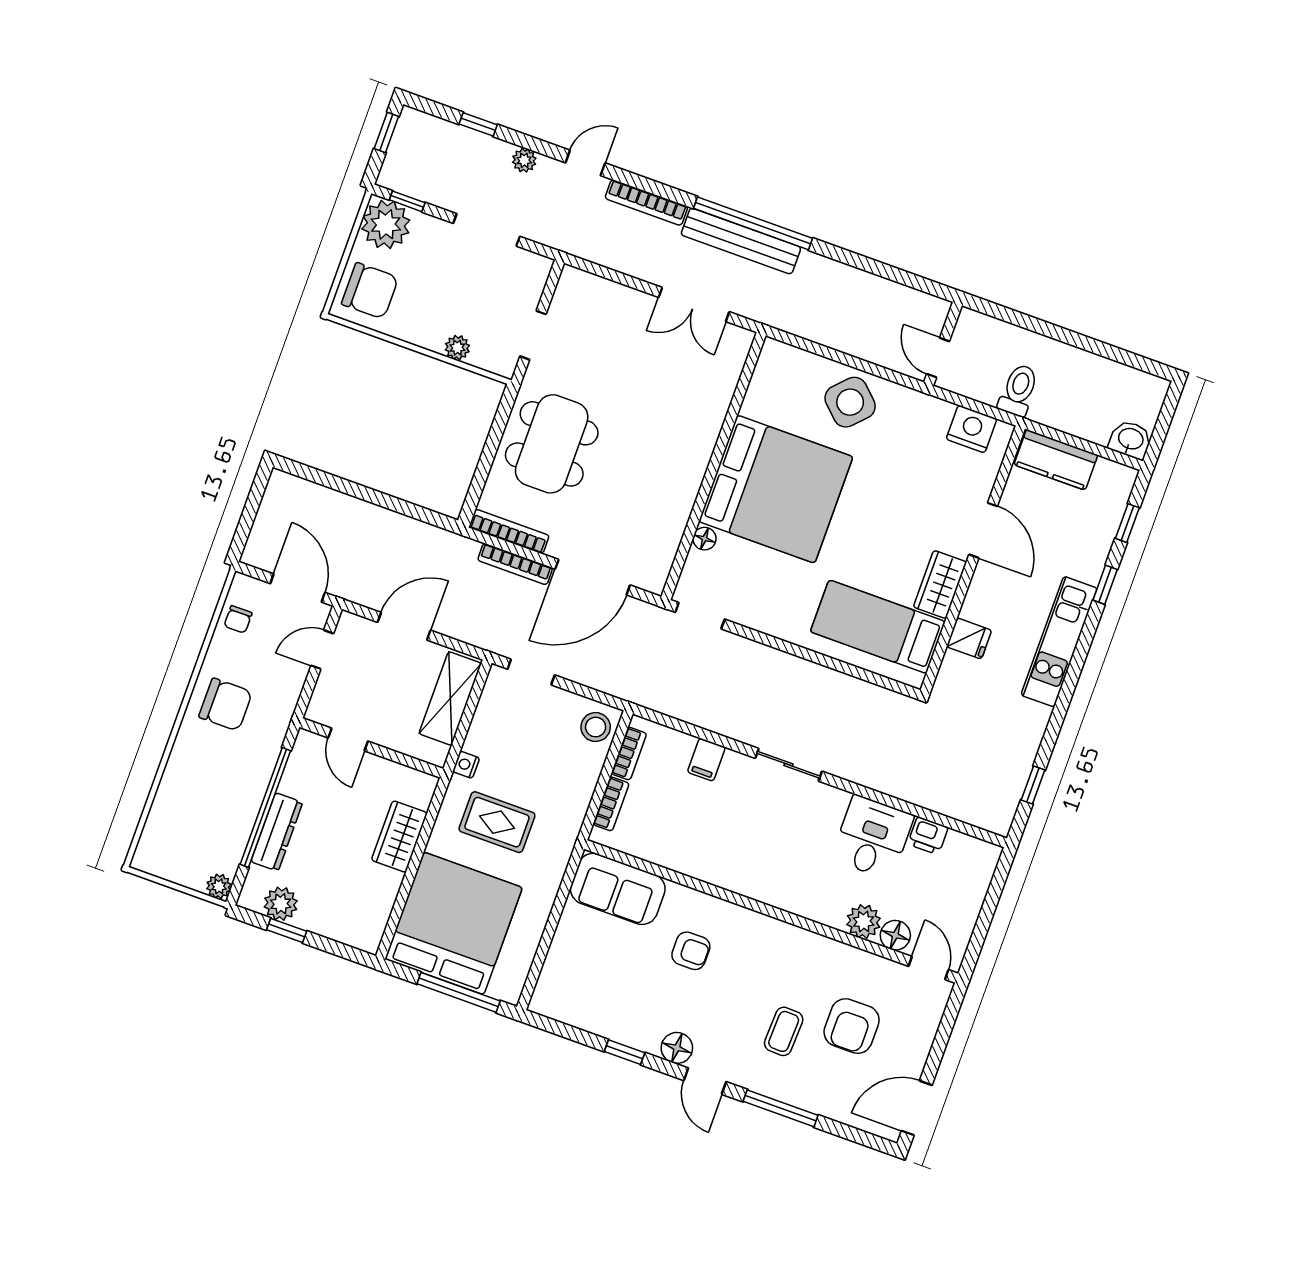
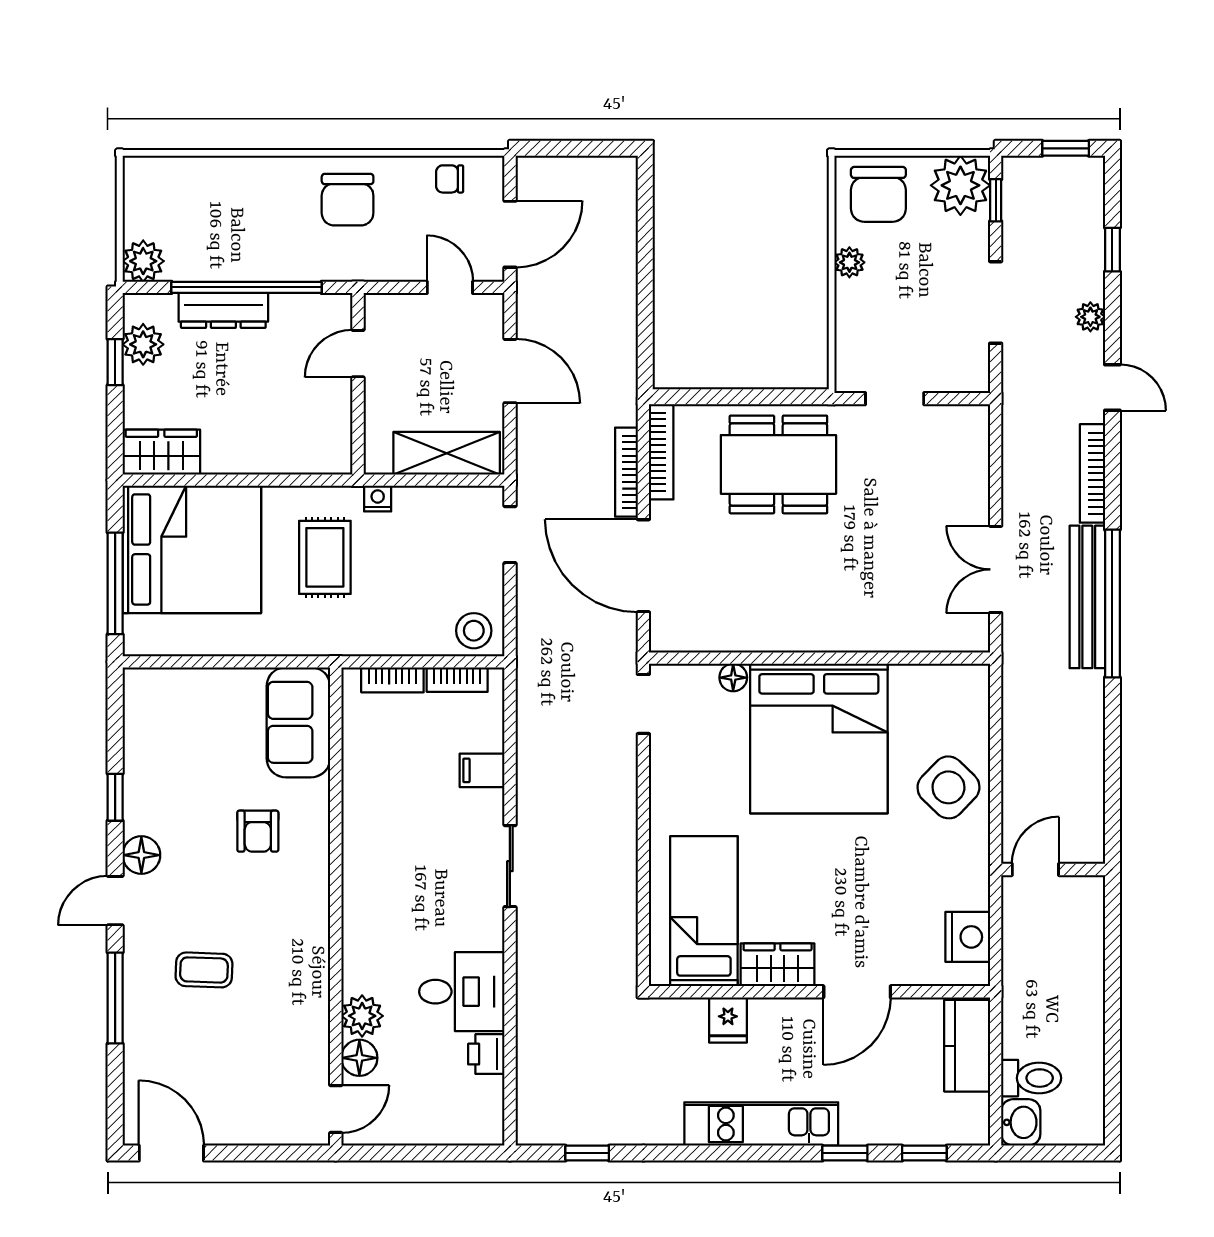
plant: (457, 348) -> (849, 262), moved
toilet: (1018, 390) -> (1031, 1078), moved
wardrobe: (399, 837) -> (161, 452), moved
plant: (219, 886) -> (143, 261), width x1.38, depth x1.38
armchair: (852, 1026) -> (238, 1045), removed

